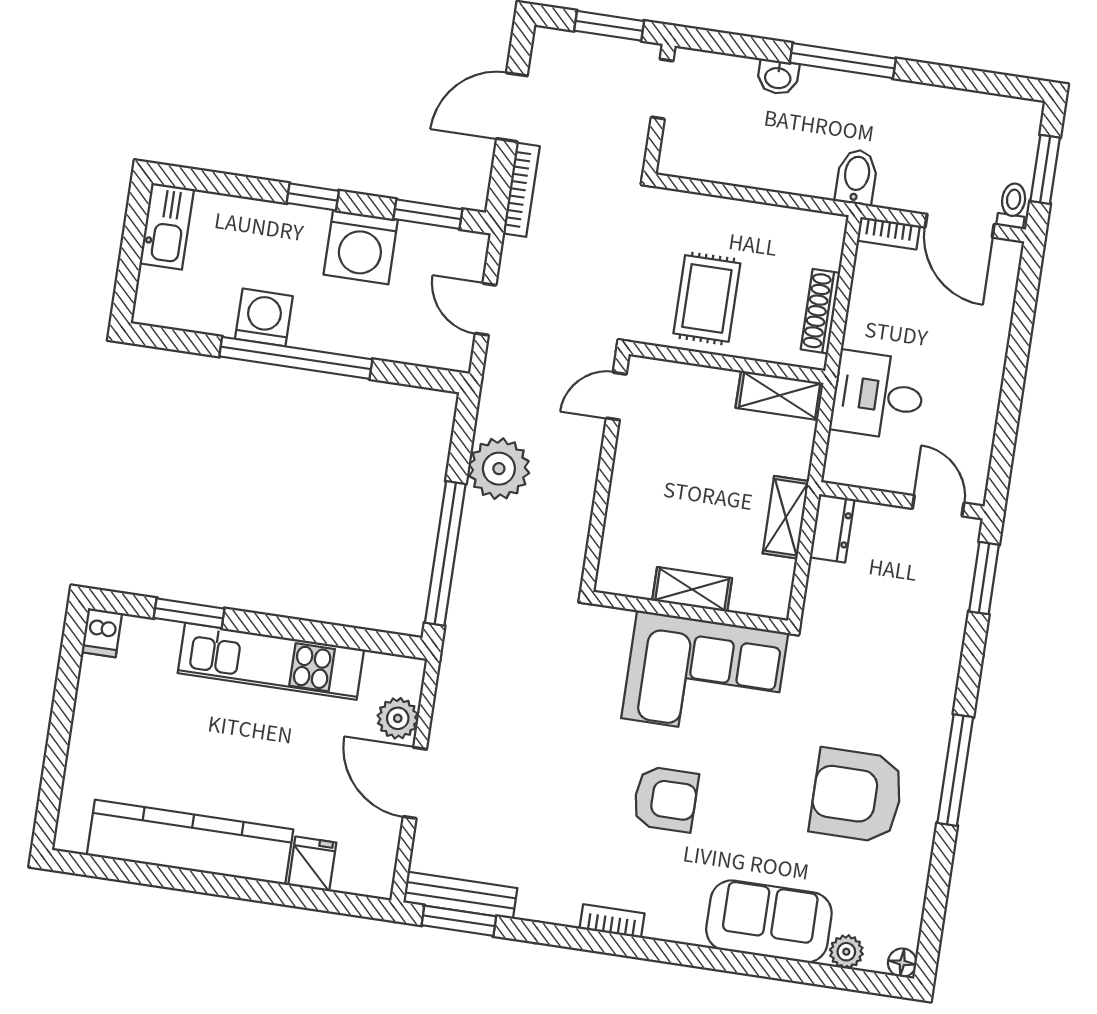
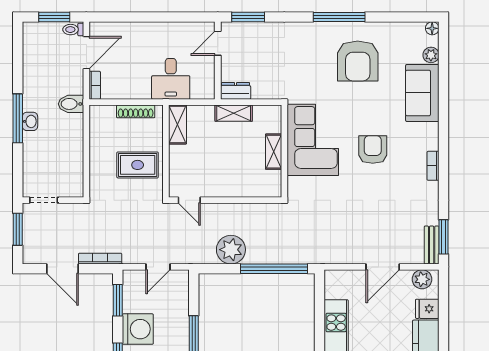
washbasin: (778, 77) -> (30, 121), moved
plant: (398, 718) -> (422, 279), moved
bench: (460, 895) -> (432, 245), width x0.73

